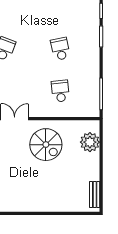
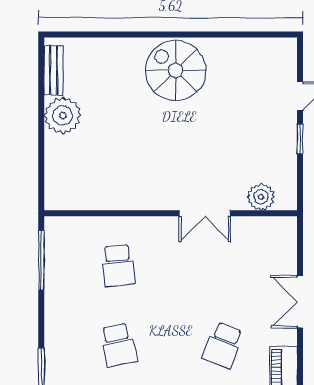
plant: (90, 142) -> (63, 115), moved
spiral stairs: (46, 145) -> (176, 70), moved

